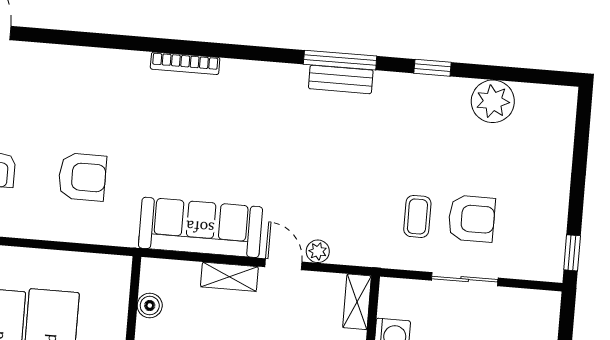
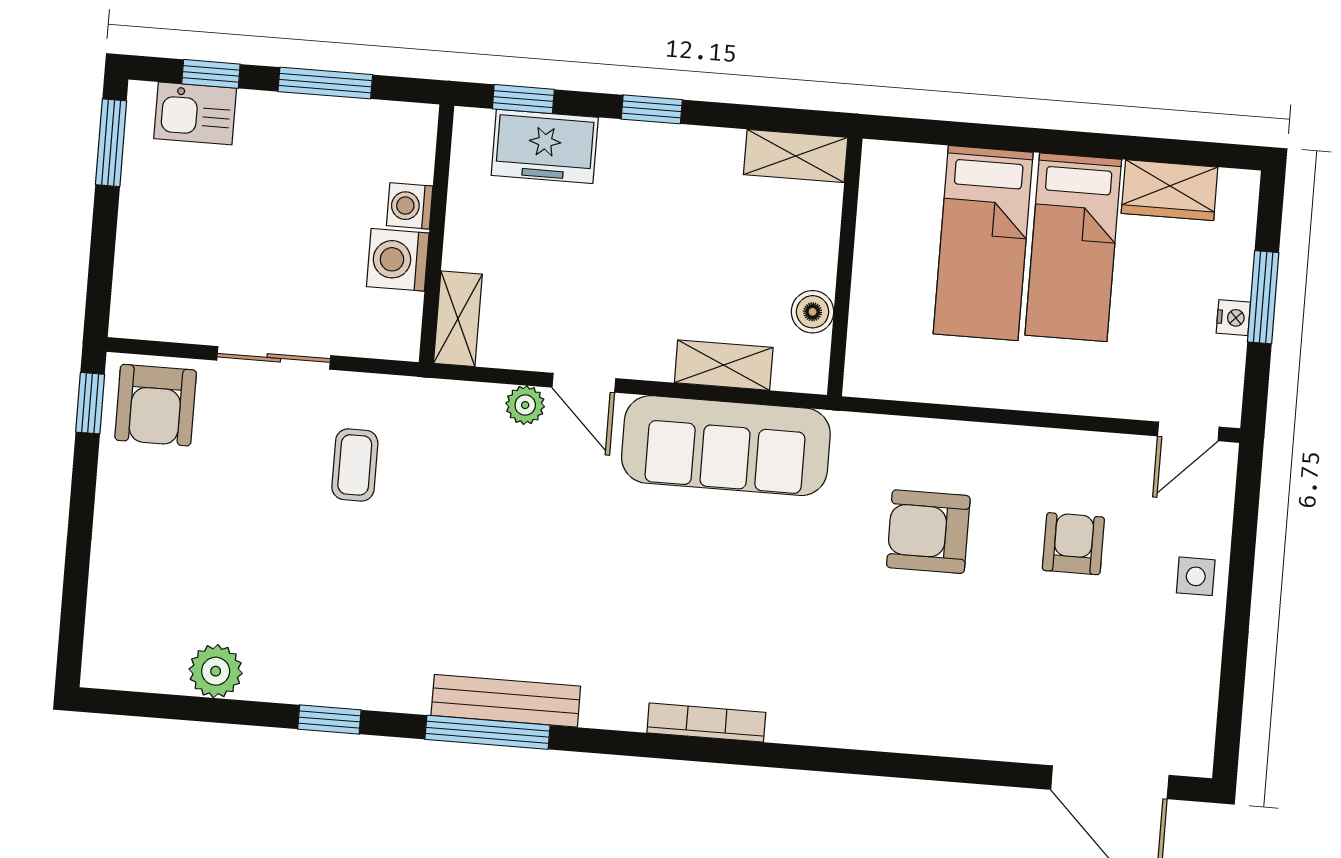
bookcase: (185, 63) -> (706, 723), moved
bench: (341, 79) -> (506, 701), width x1.36
plant: (493, 101) -> (216, 671), width x0.73, depth x0.73
armchair: (472, 219) -> (156, 405), moved, turned -90
shelving: (229, 277) -> (724, 365), moved

